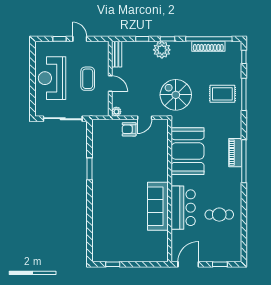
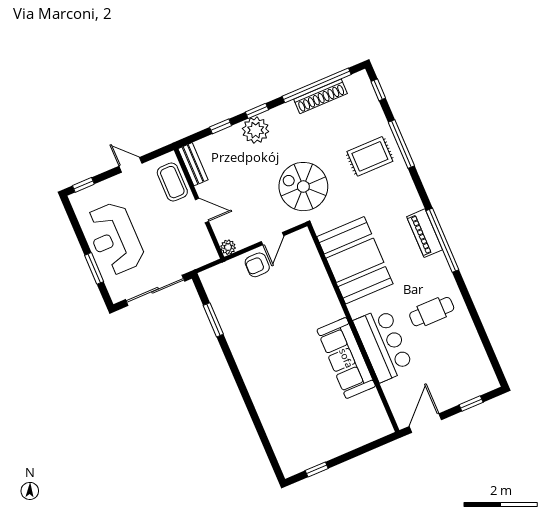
window: (59, 39) -> (83, 185), moved
coffee table: (88, 79) -> (172, 182), moved
window: (32, 91) -> (94, 268), added
window: (90, 169) -> (213, 320), moved
cafe table: (219, 215) -> (432, 312), moved

